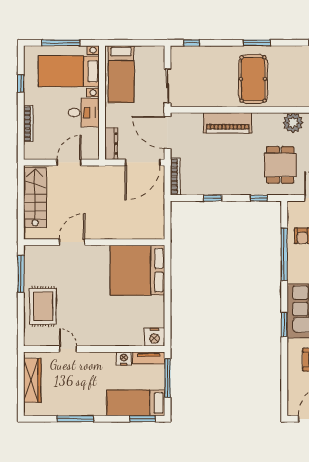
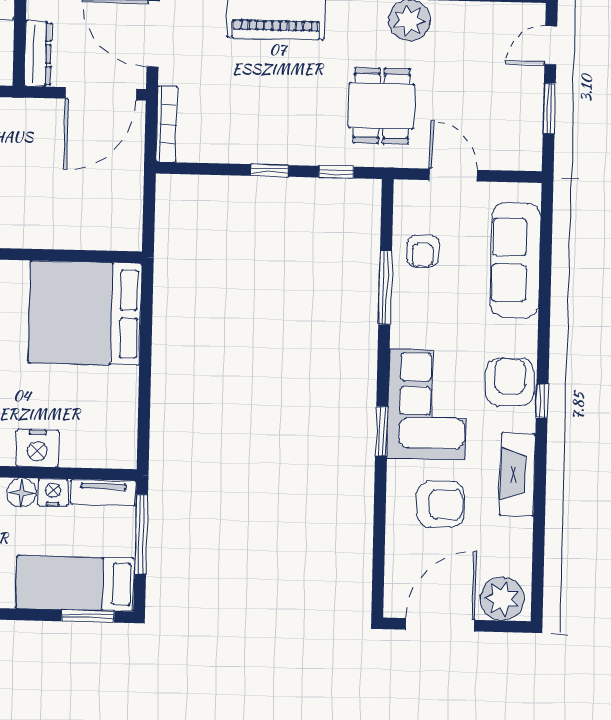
window: (213, 198) -> (269, 170), moved
window: (284, 254) -> (385, 288), width x0.68
nightstand: (155, 337) -> (37, 448), moved
floor lamp: (108, 359) -> (21, 493), added

